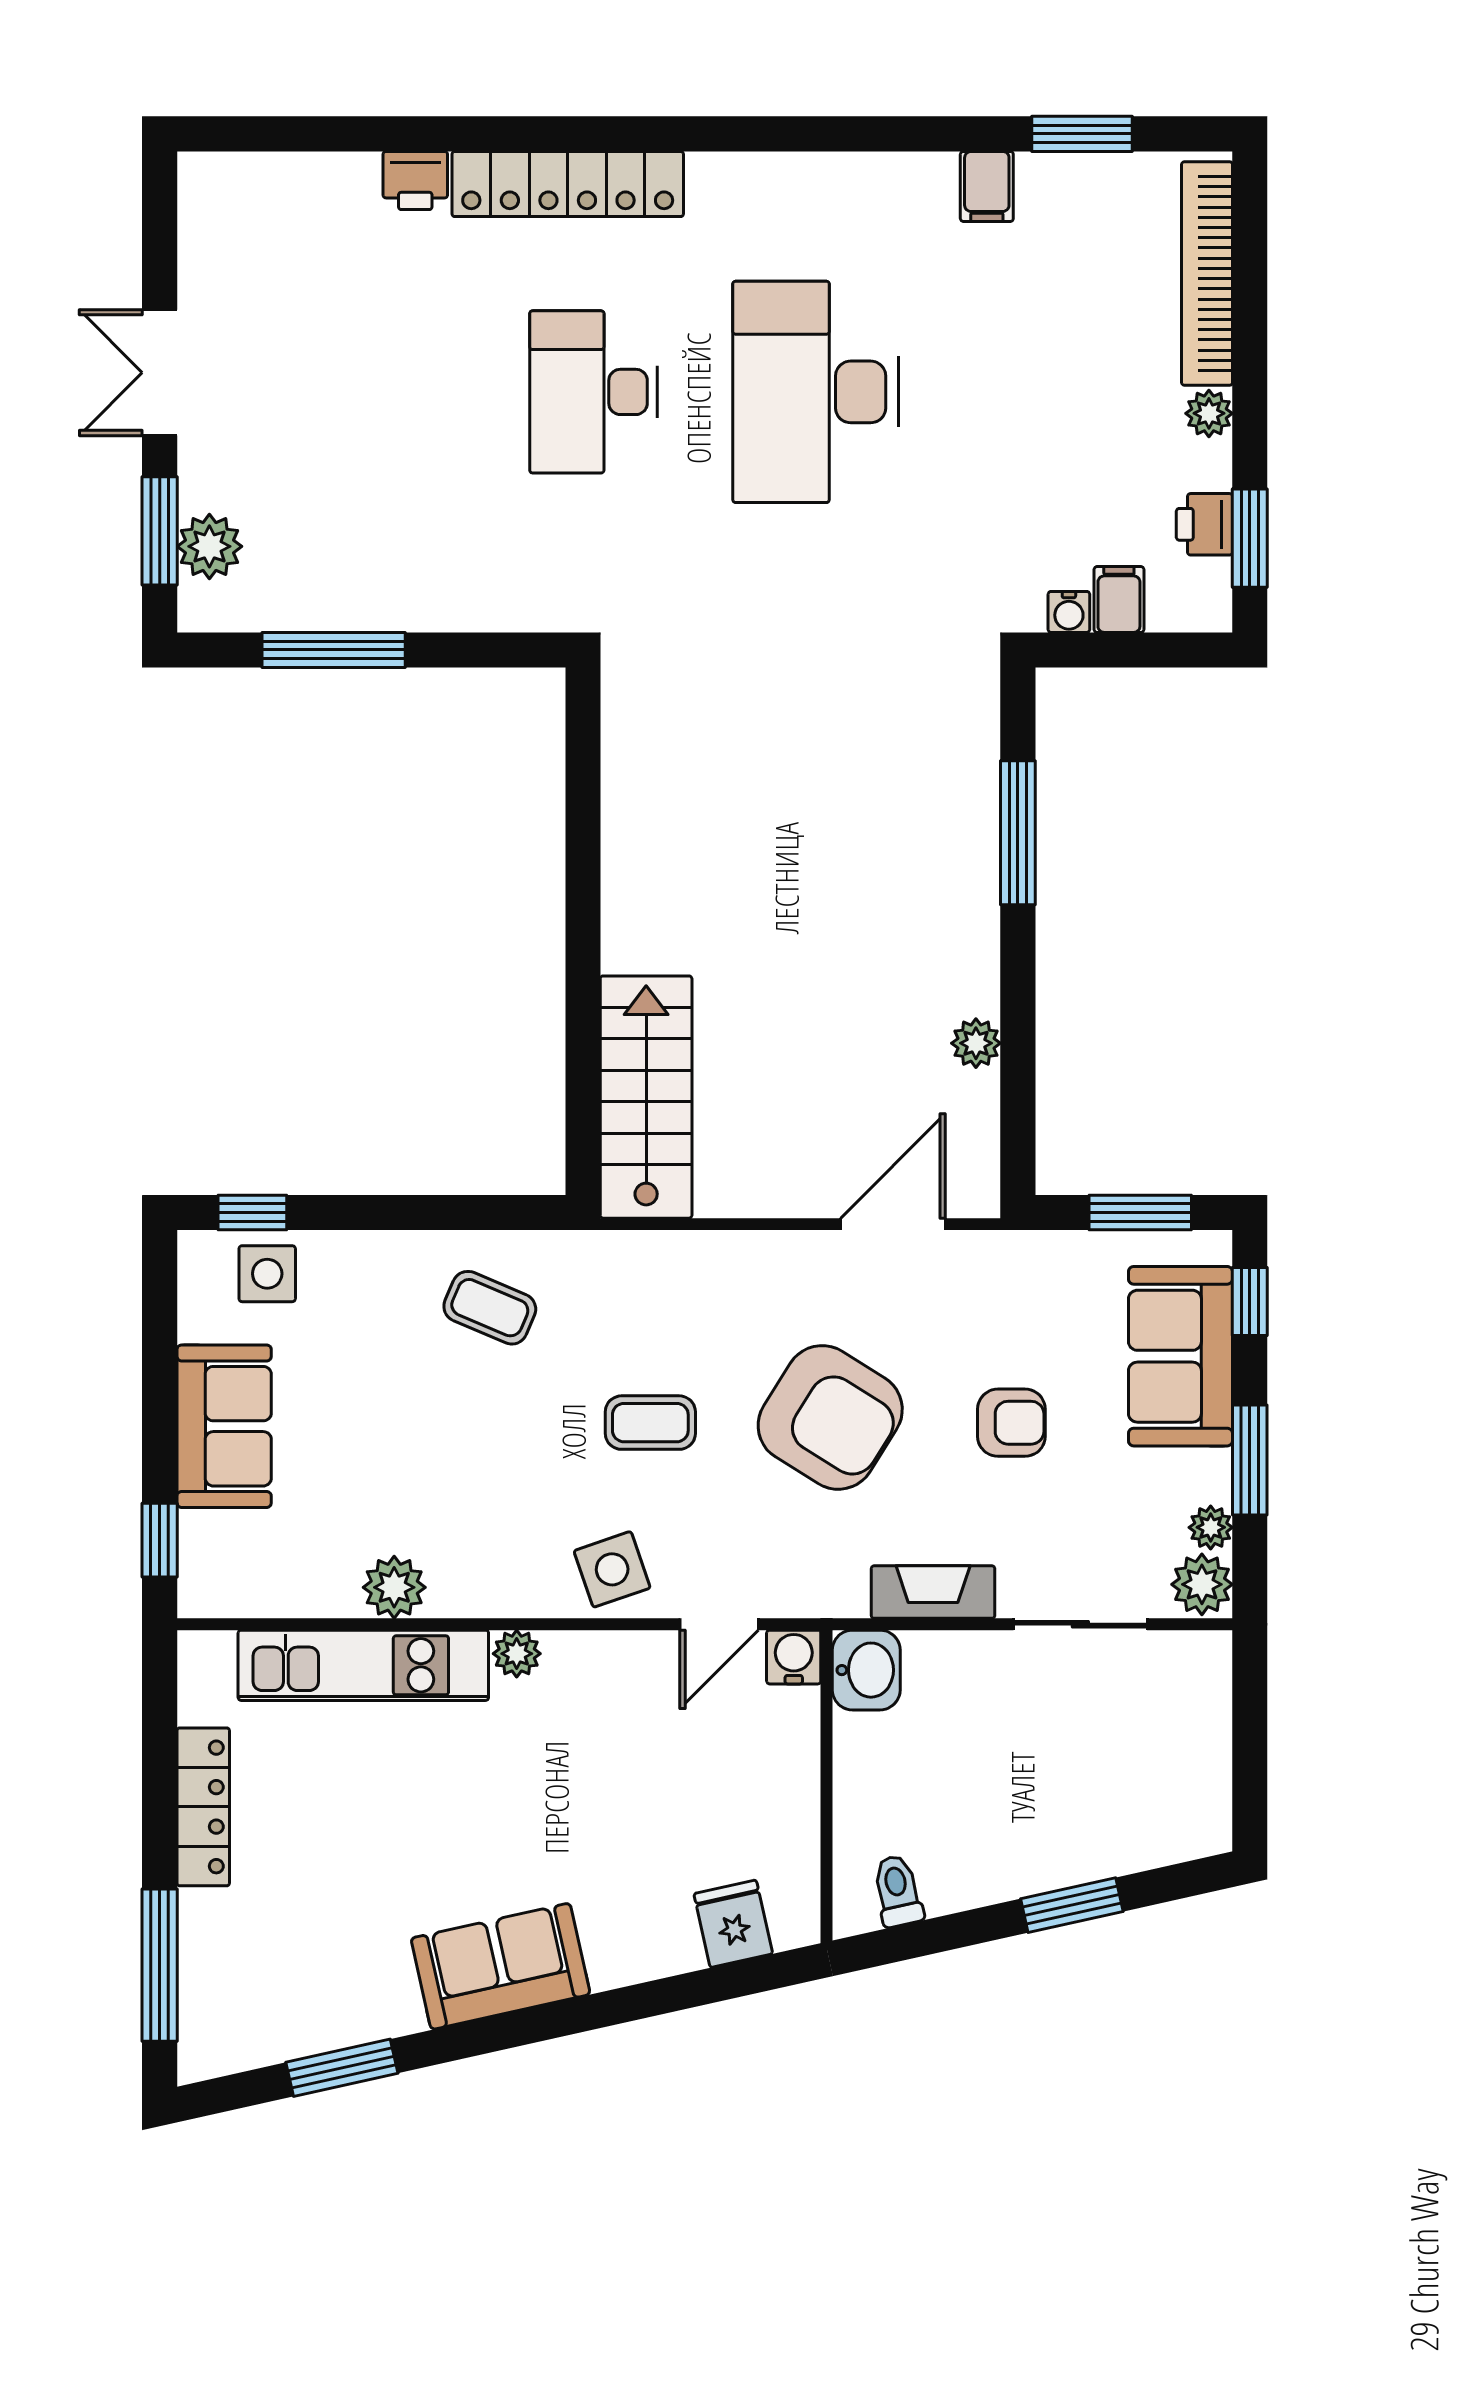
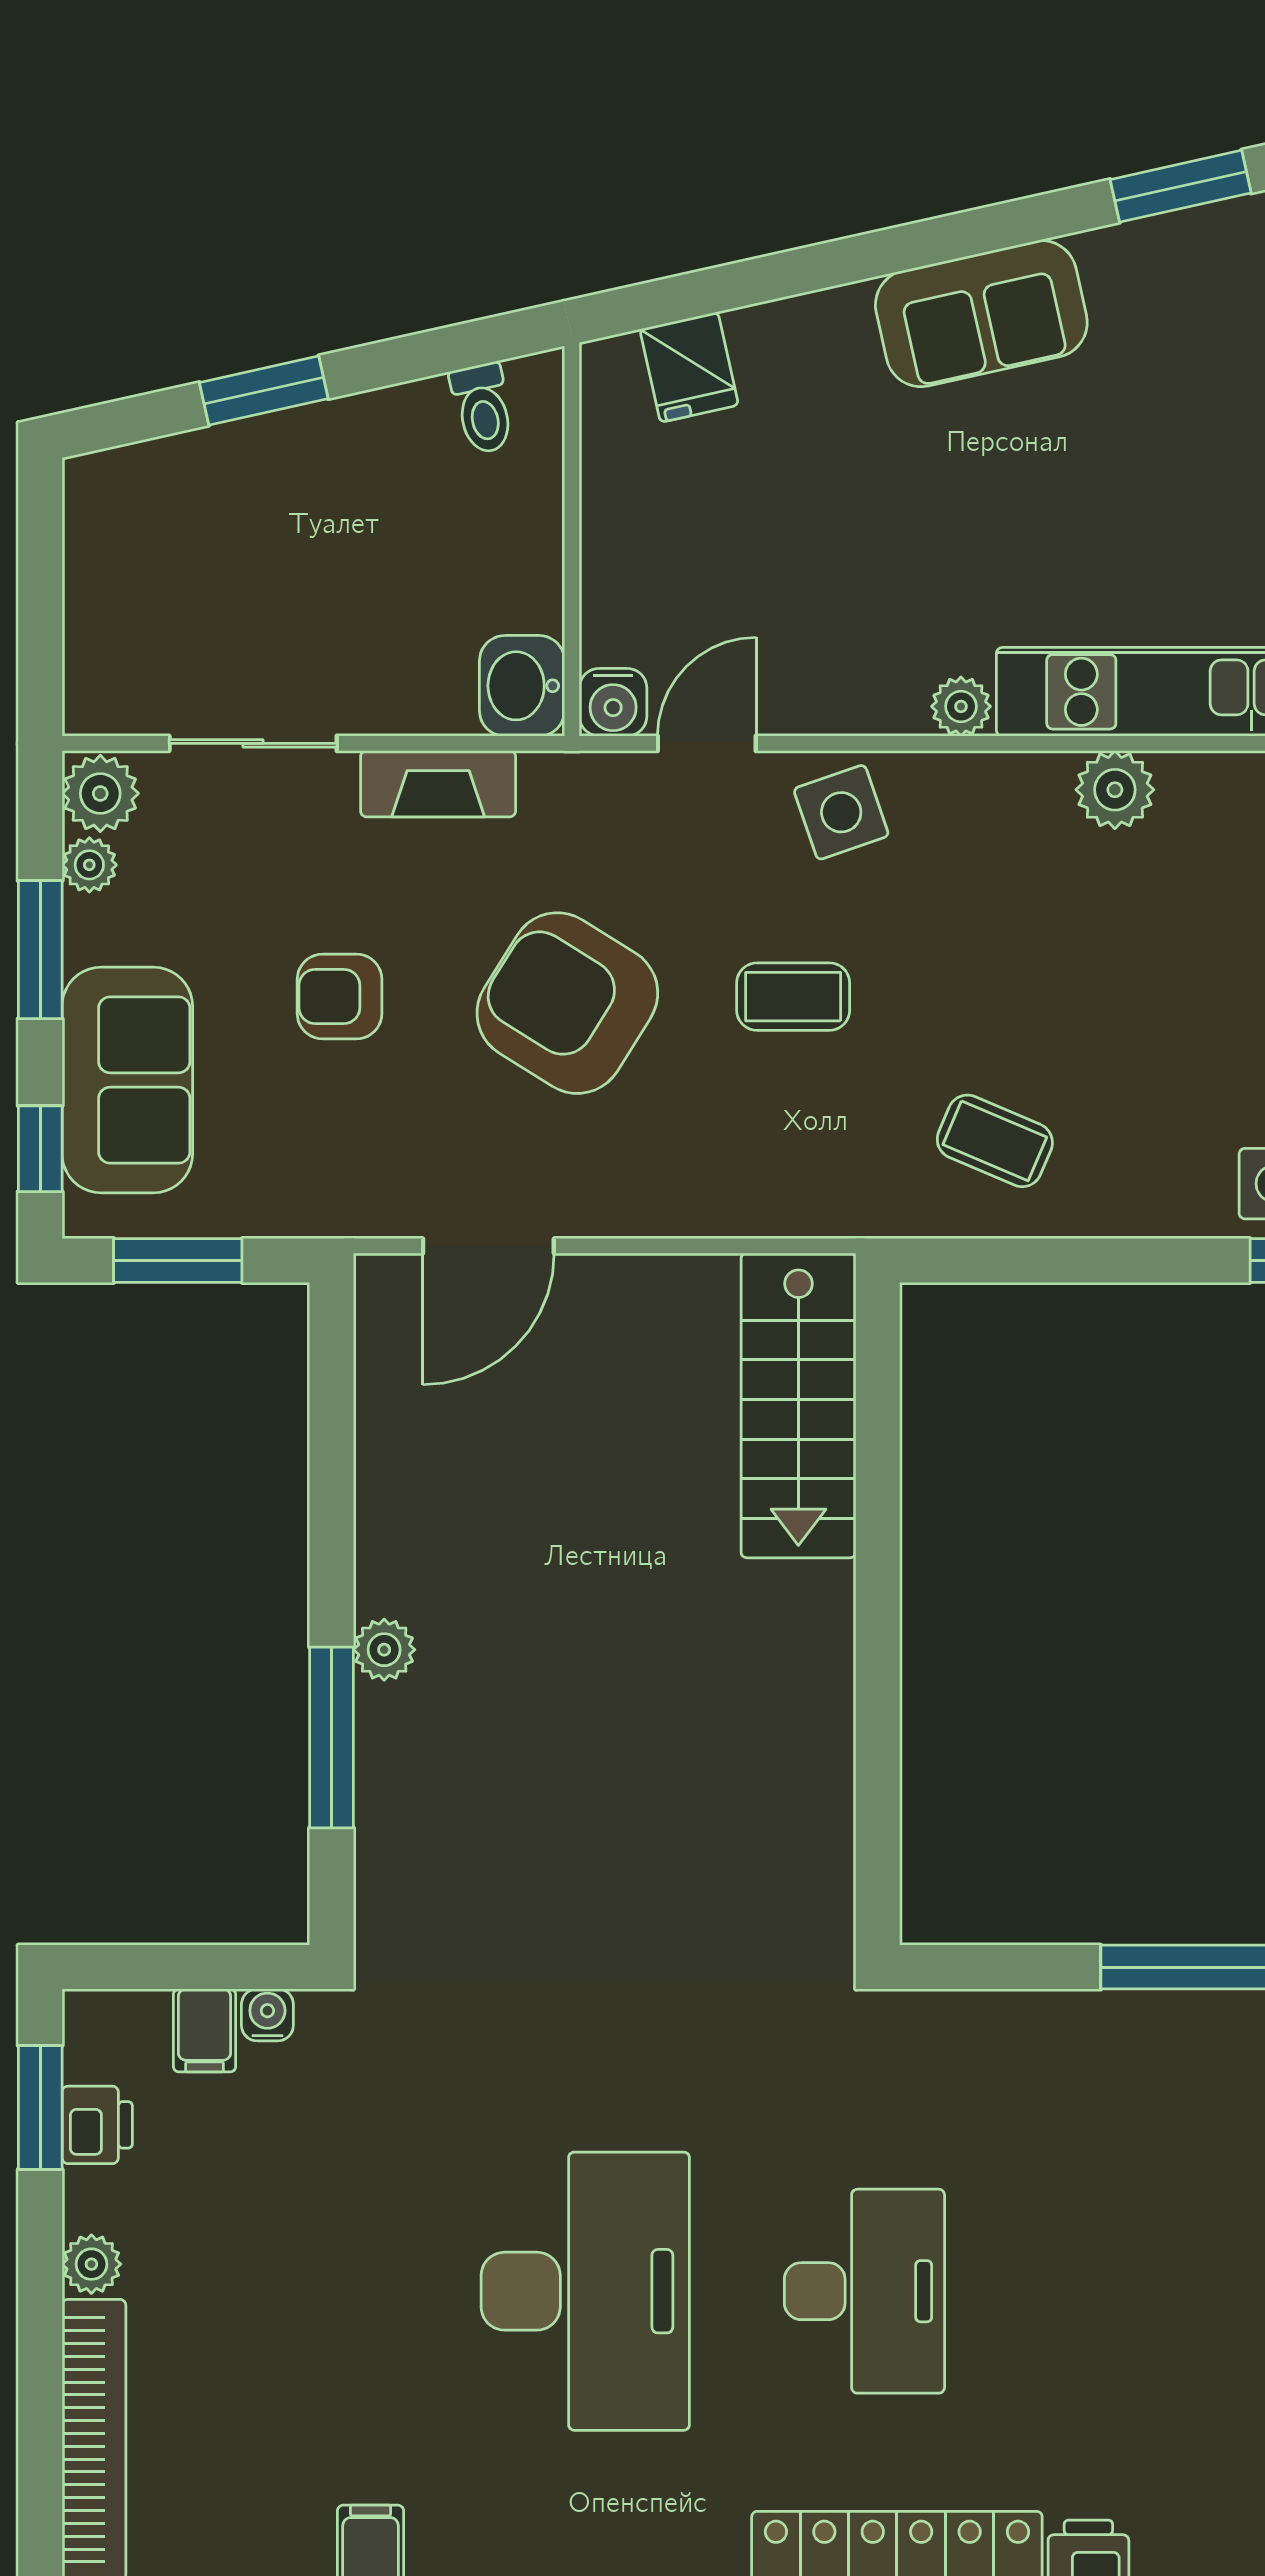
plant: (976, 1043) -> (384, 1650), moved

